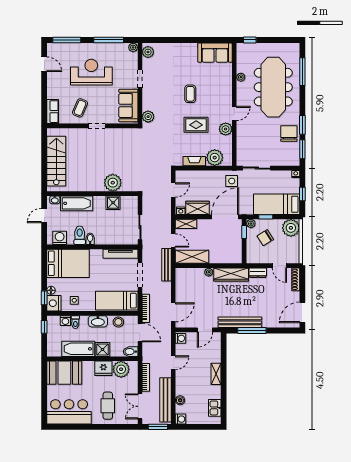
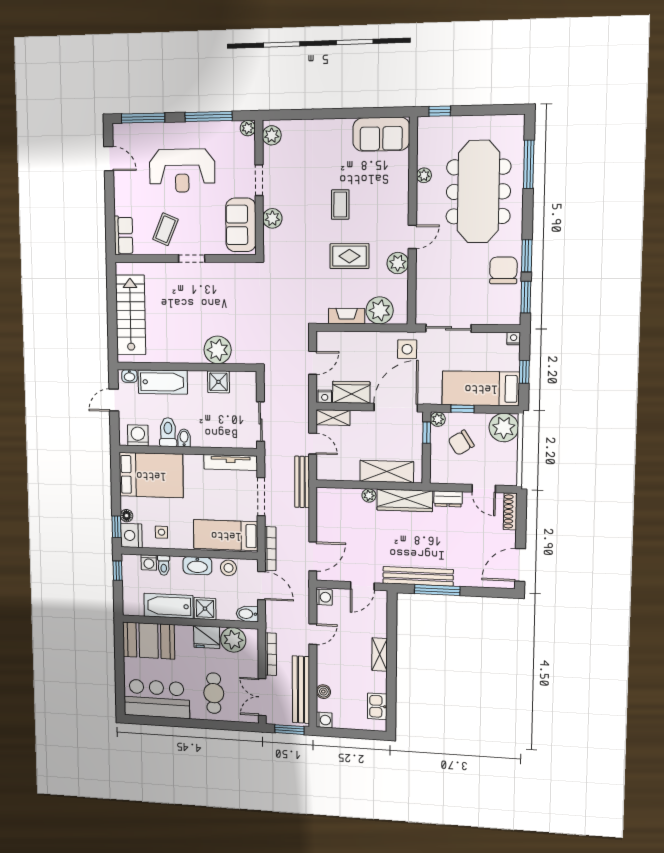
reception desk: (91, 72) -> (182, 171), turned 180
plant: (148, 117) -> (272, 218), moved
shelving: (192, 257) -> (387, 472), moved

